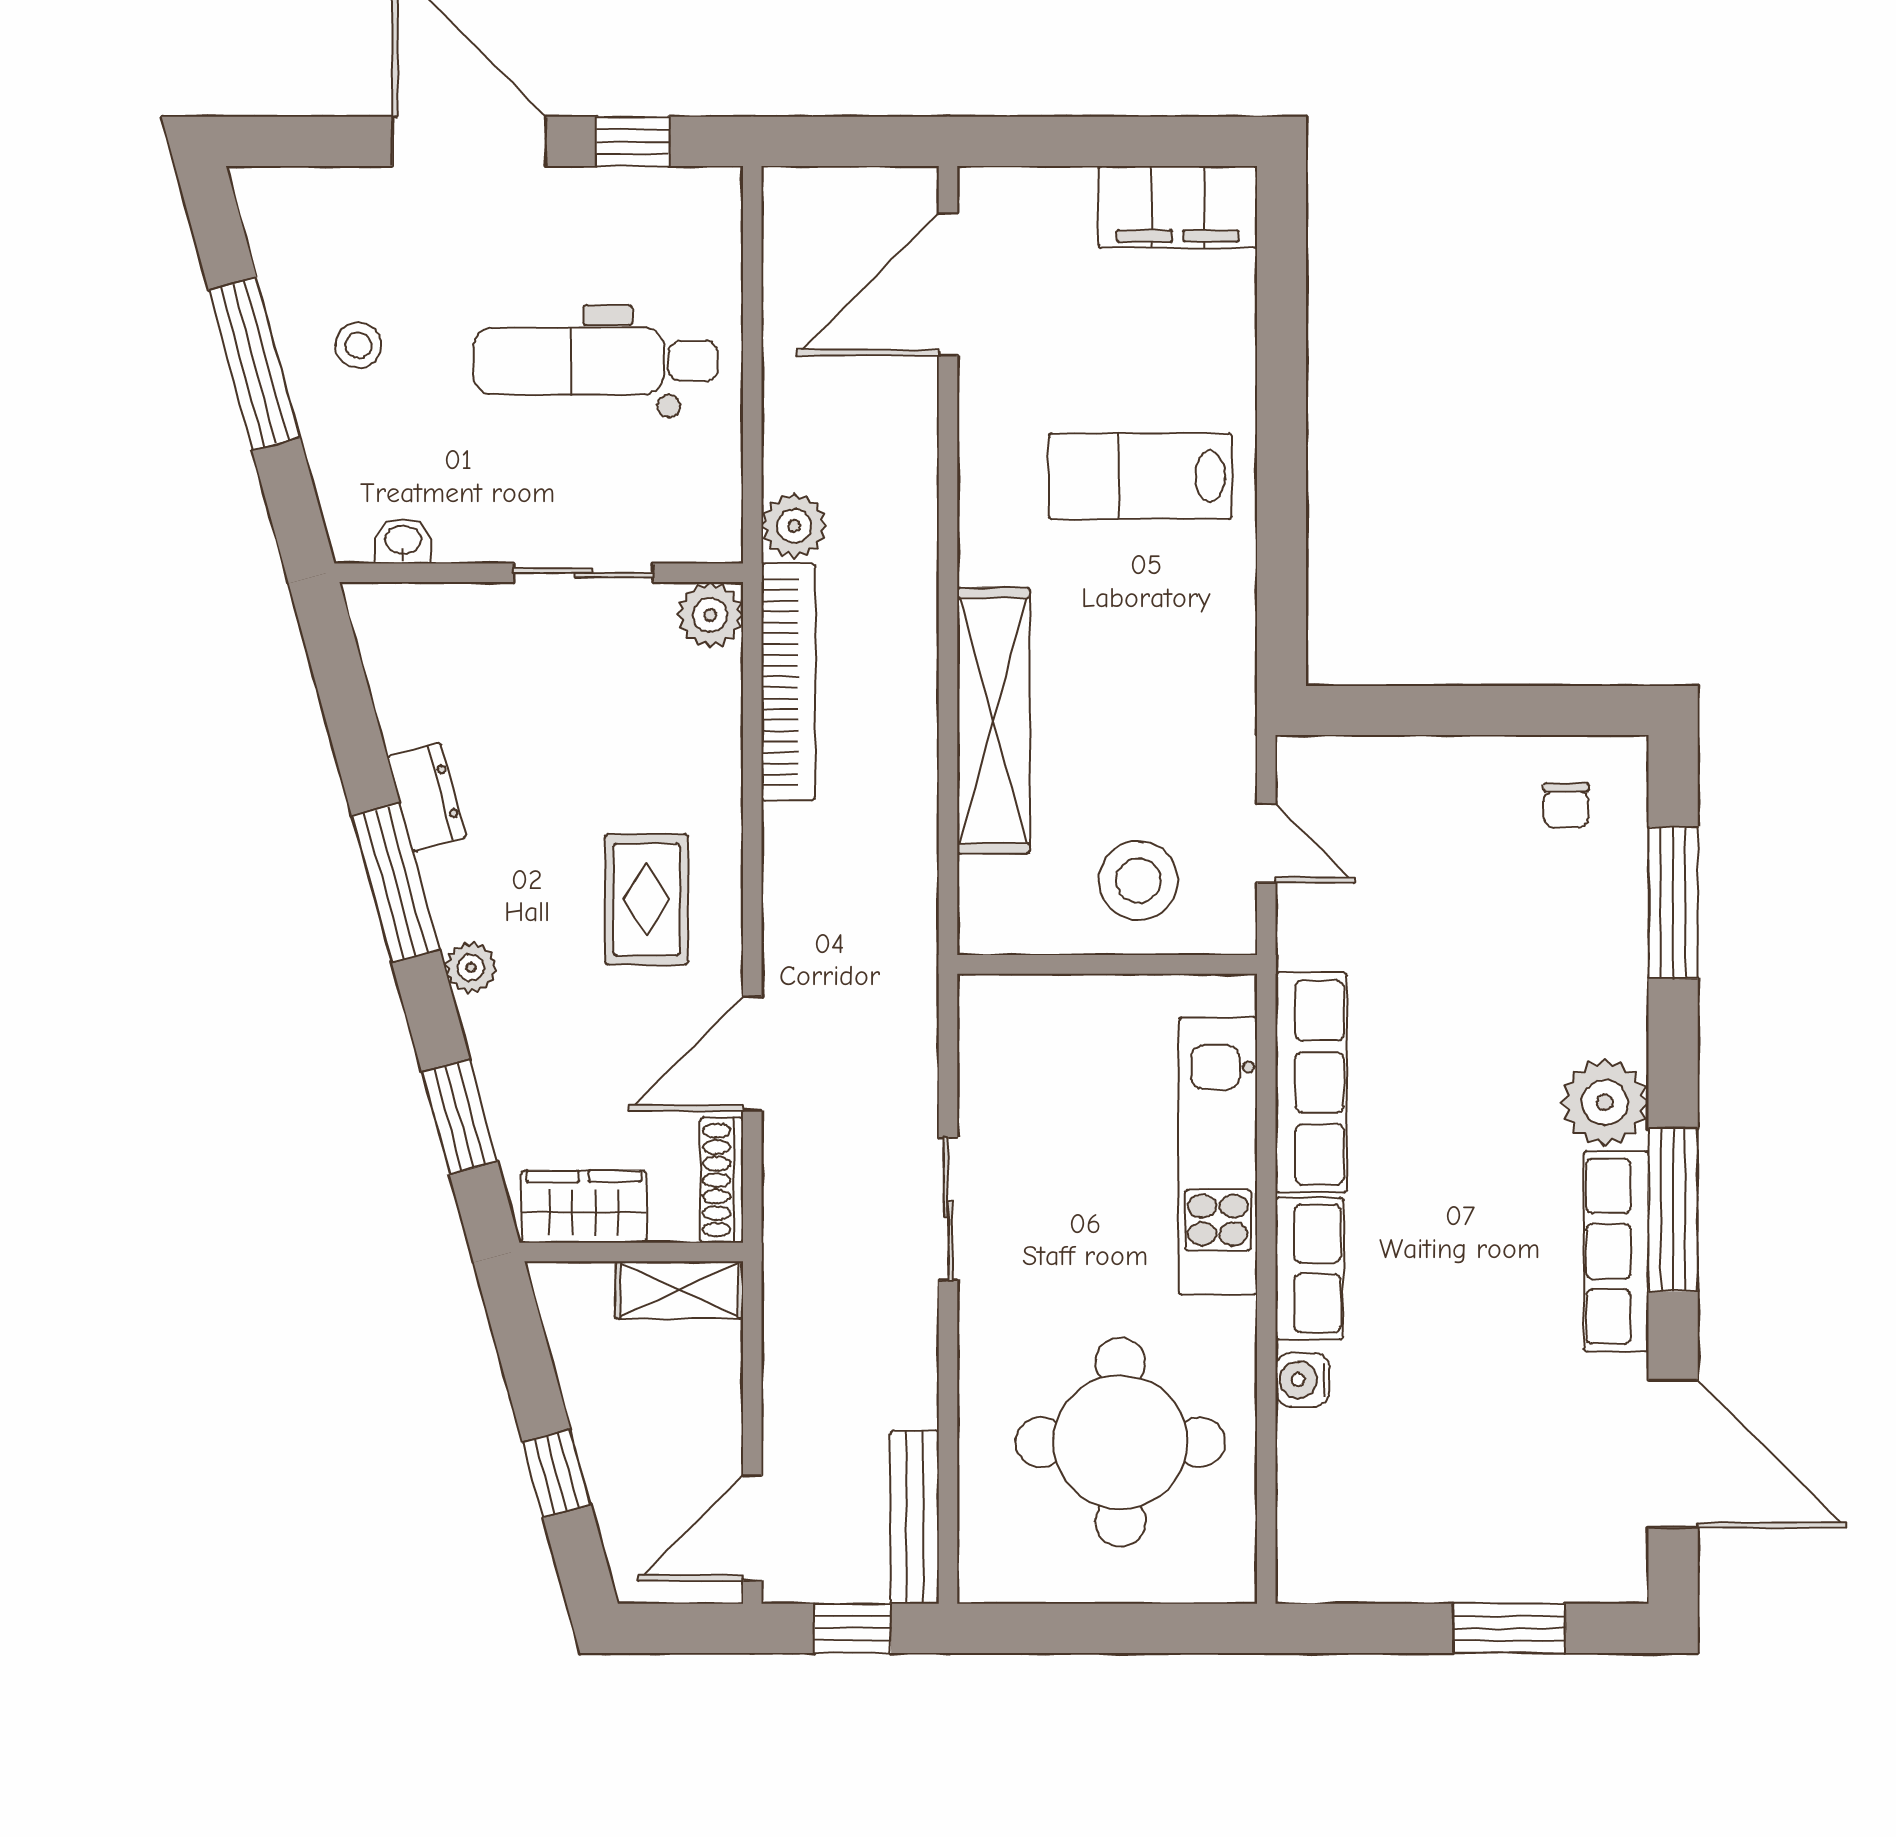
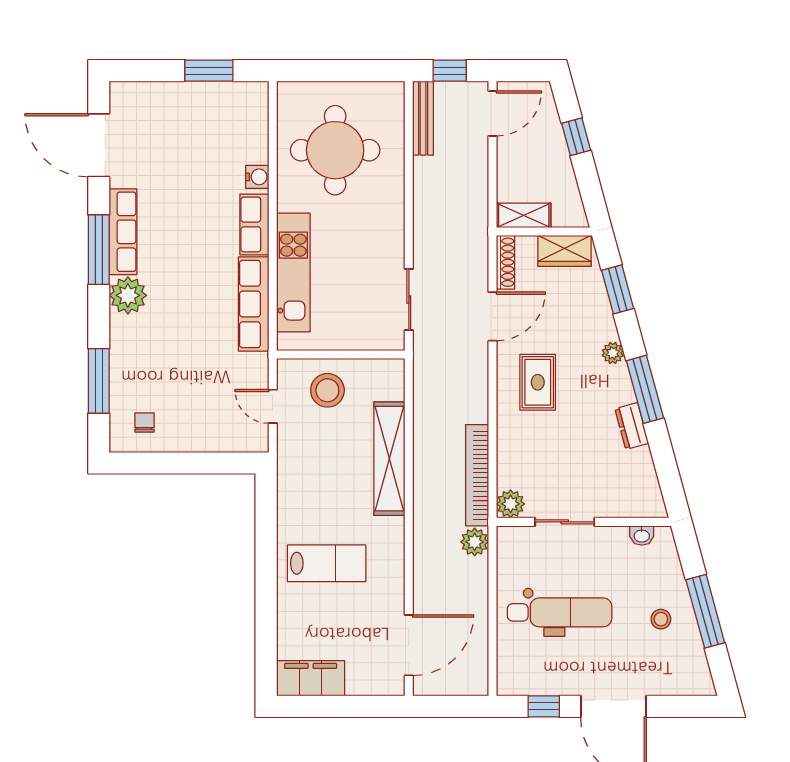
sliding door: (948, 1209) -> (409, 299), moved
window: (1509, 1628) -> (209, 71), moved

